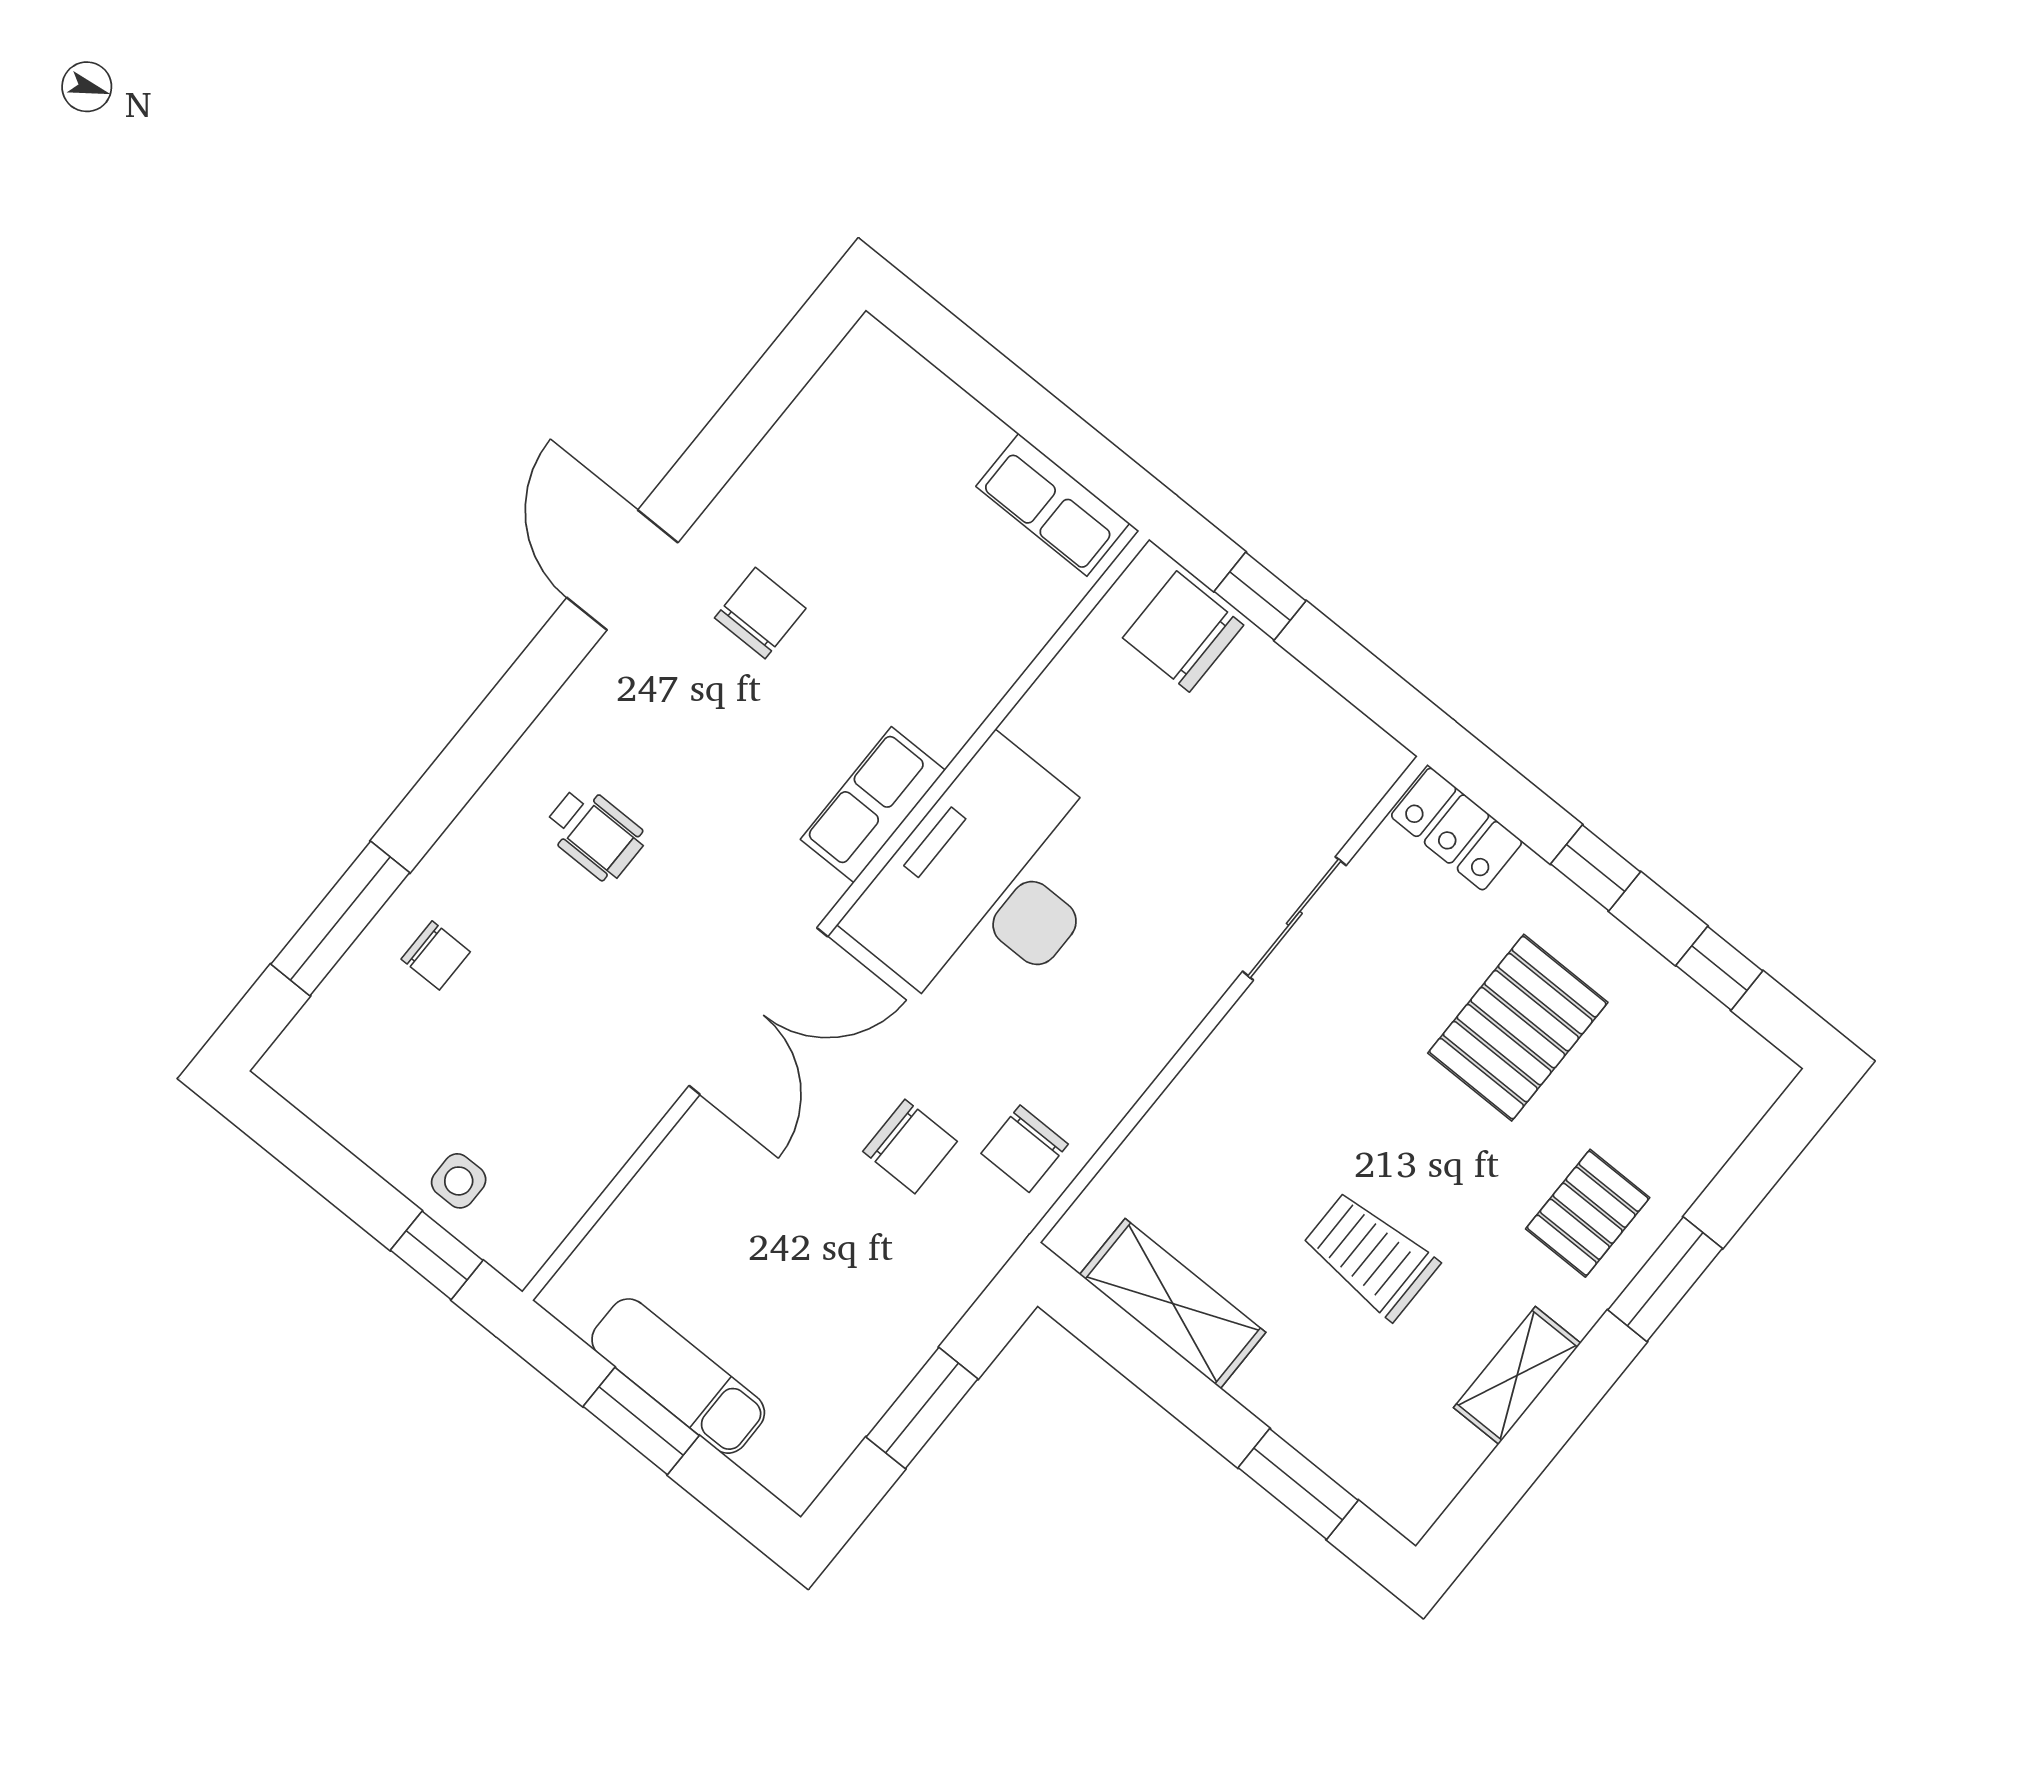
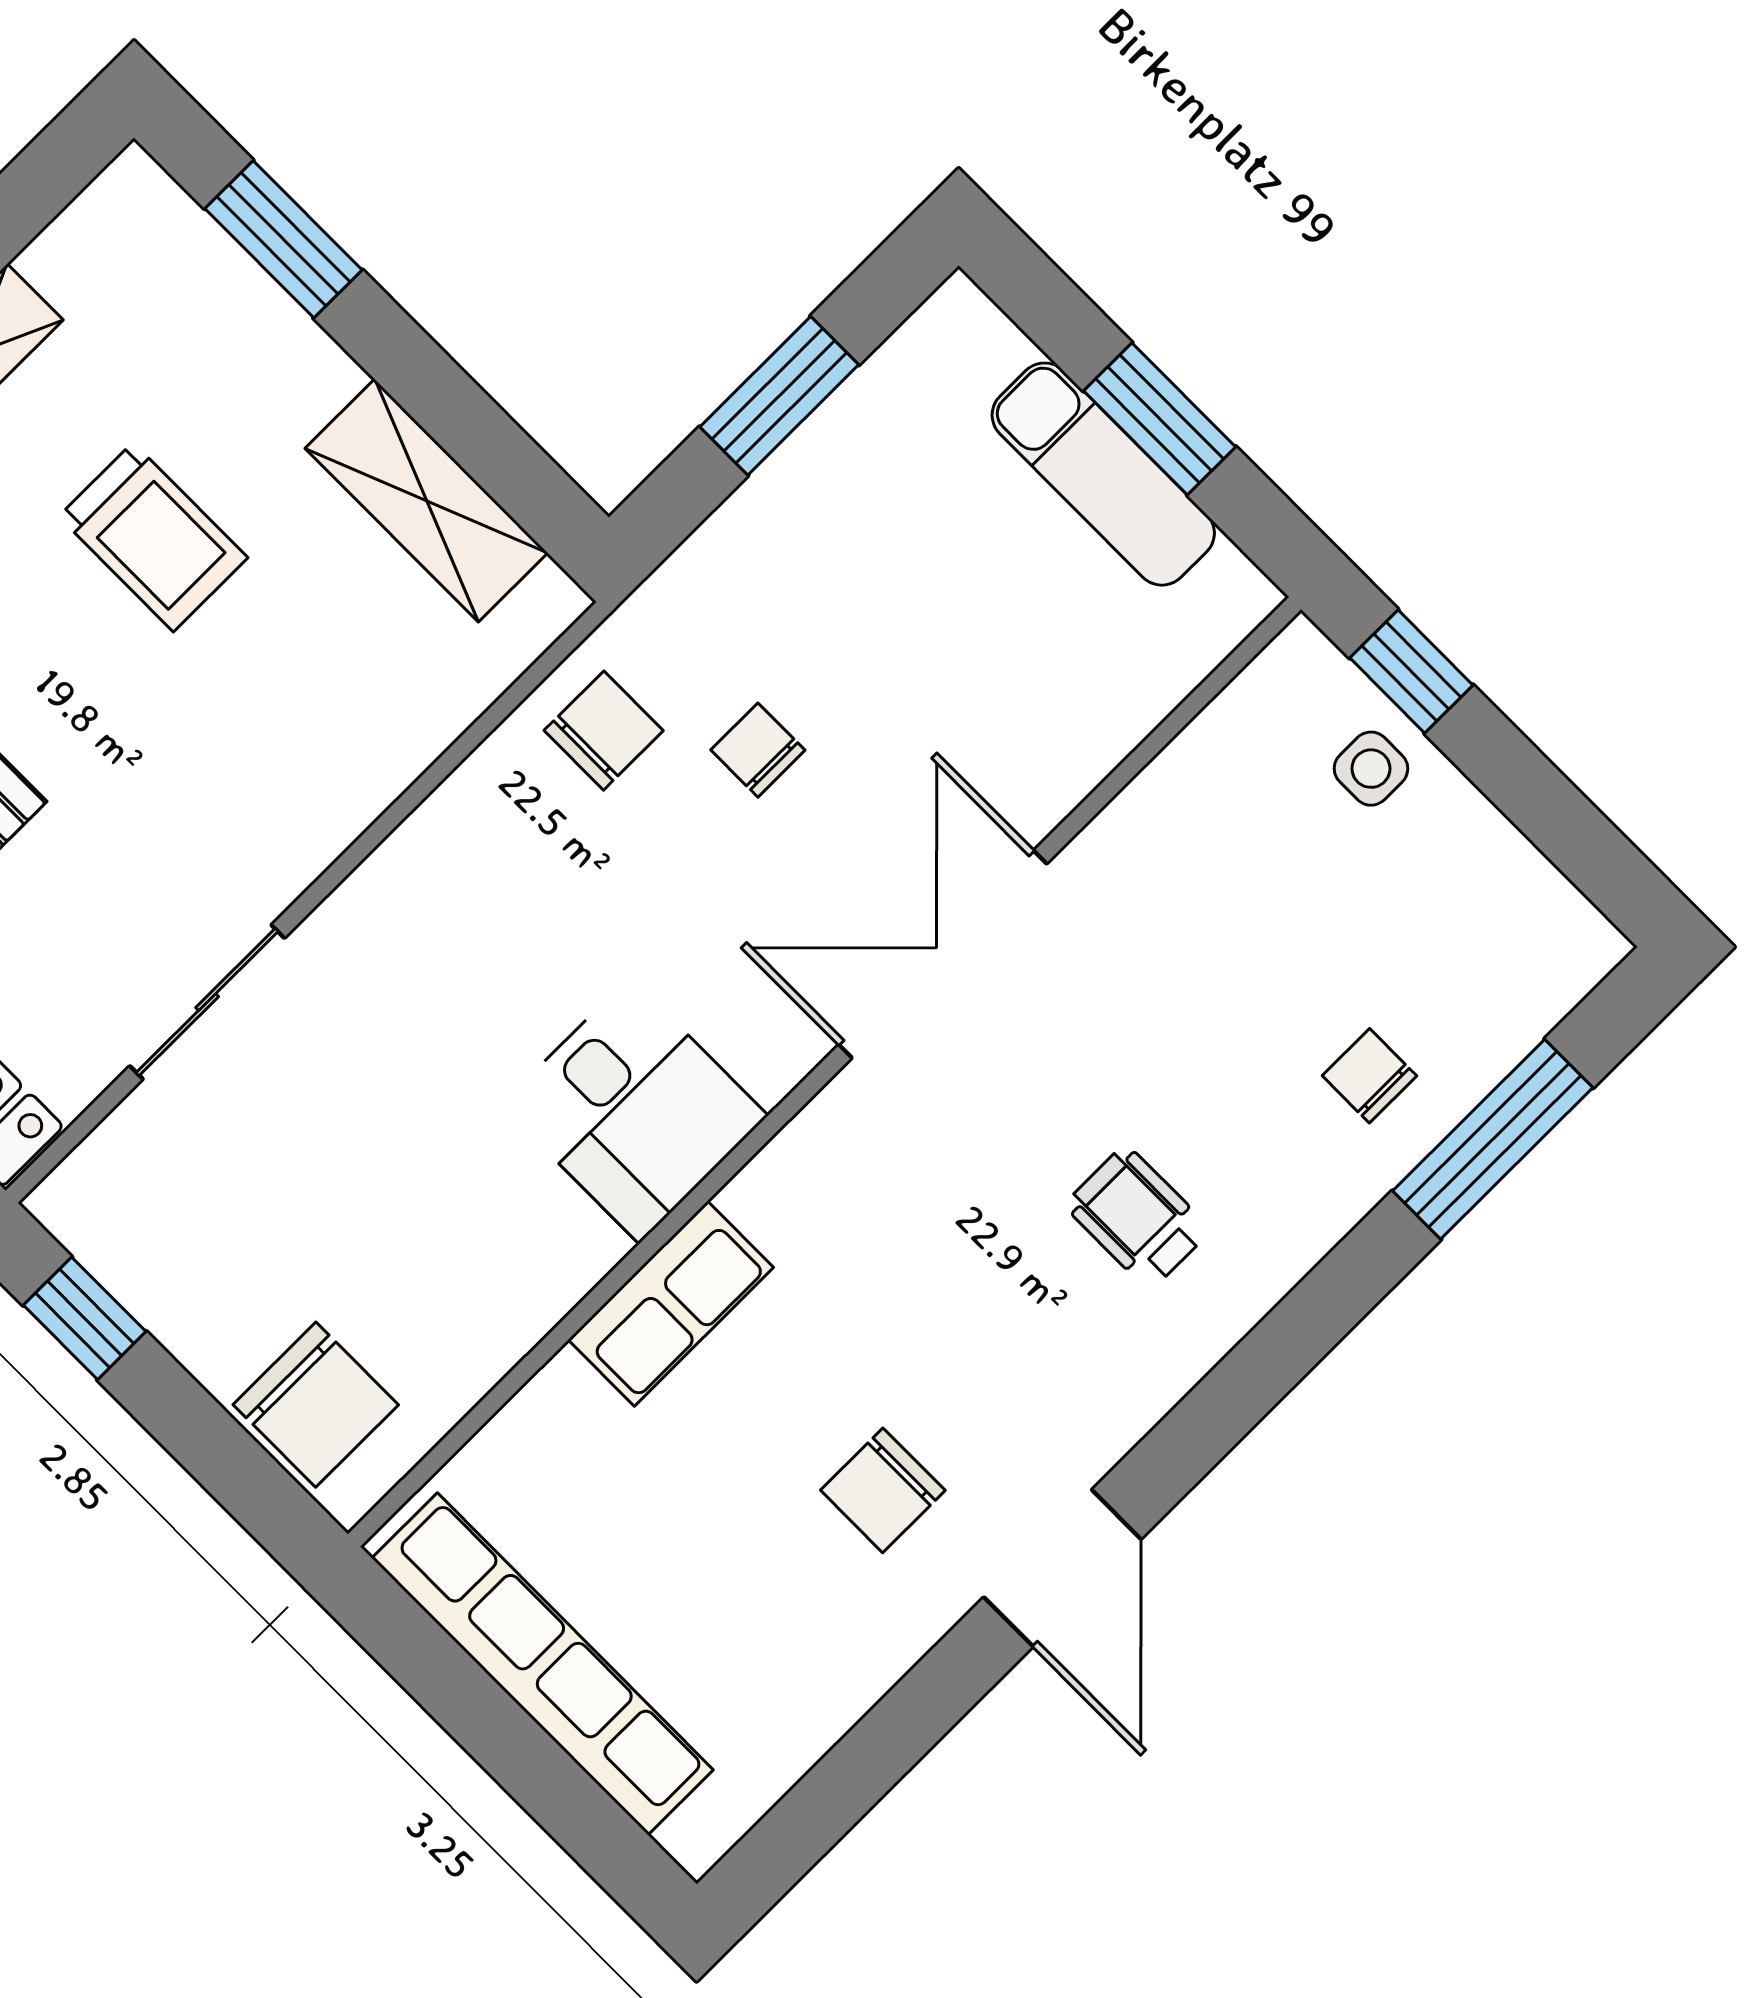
row of seats: (1053, 505) -> (543, 1664), width x2.02
window: (1260, 596) -> (85, 1318), moved
row of seats: (873, 805) -> (671, 1304), moved
desk: (989, 886) -> (635, 1110), width x0.53, depth x0.77
chair: (910, 1146) -> (758, 750), width x0.73, depth x0.73

